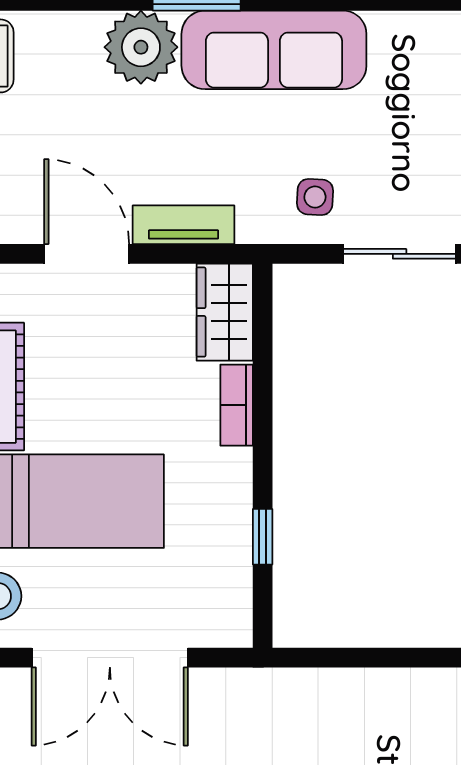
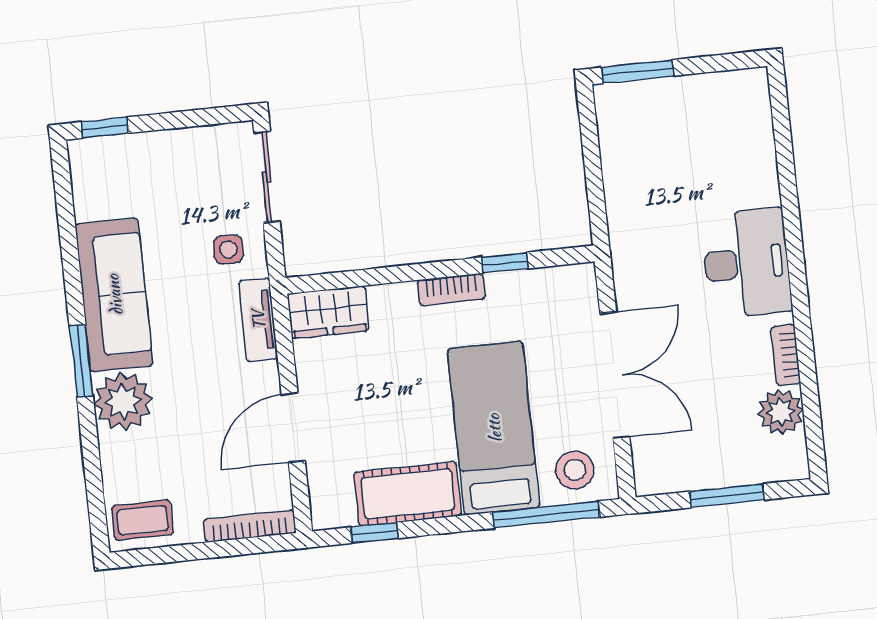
tv unit: (183, 225) -> (258, 320), moved
bookcase: (237, 405) -> (451, 290), moved

